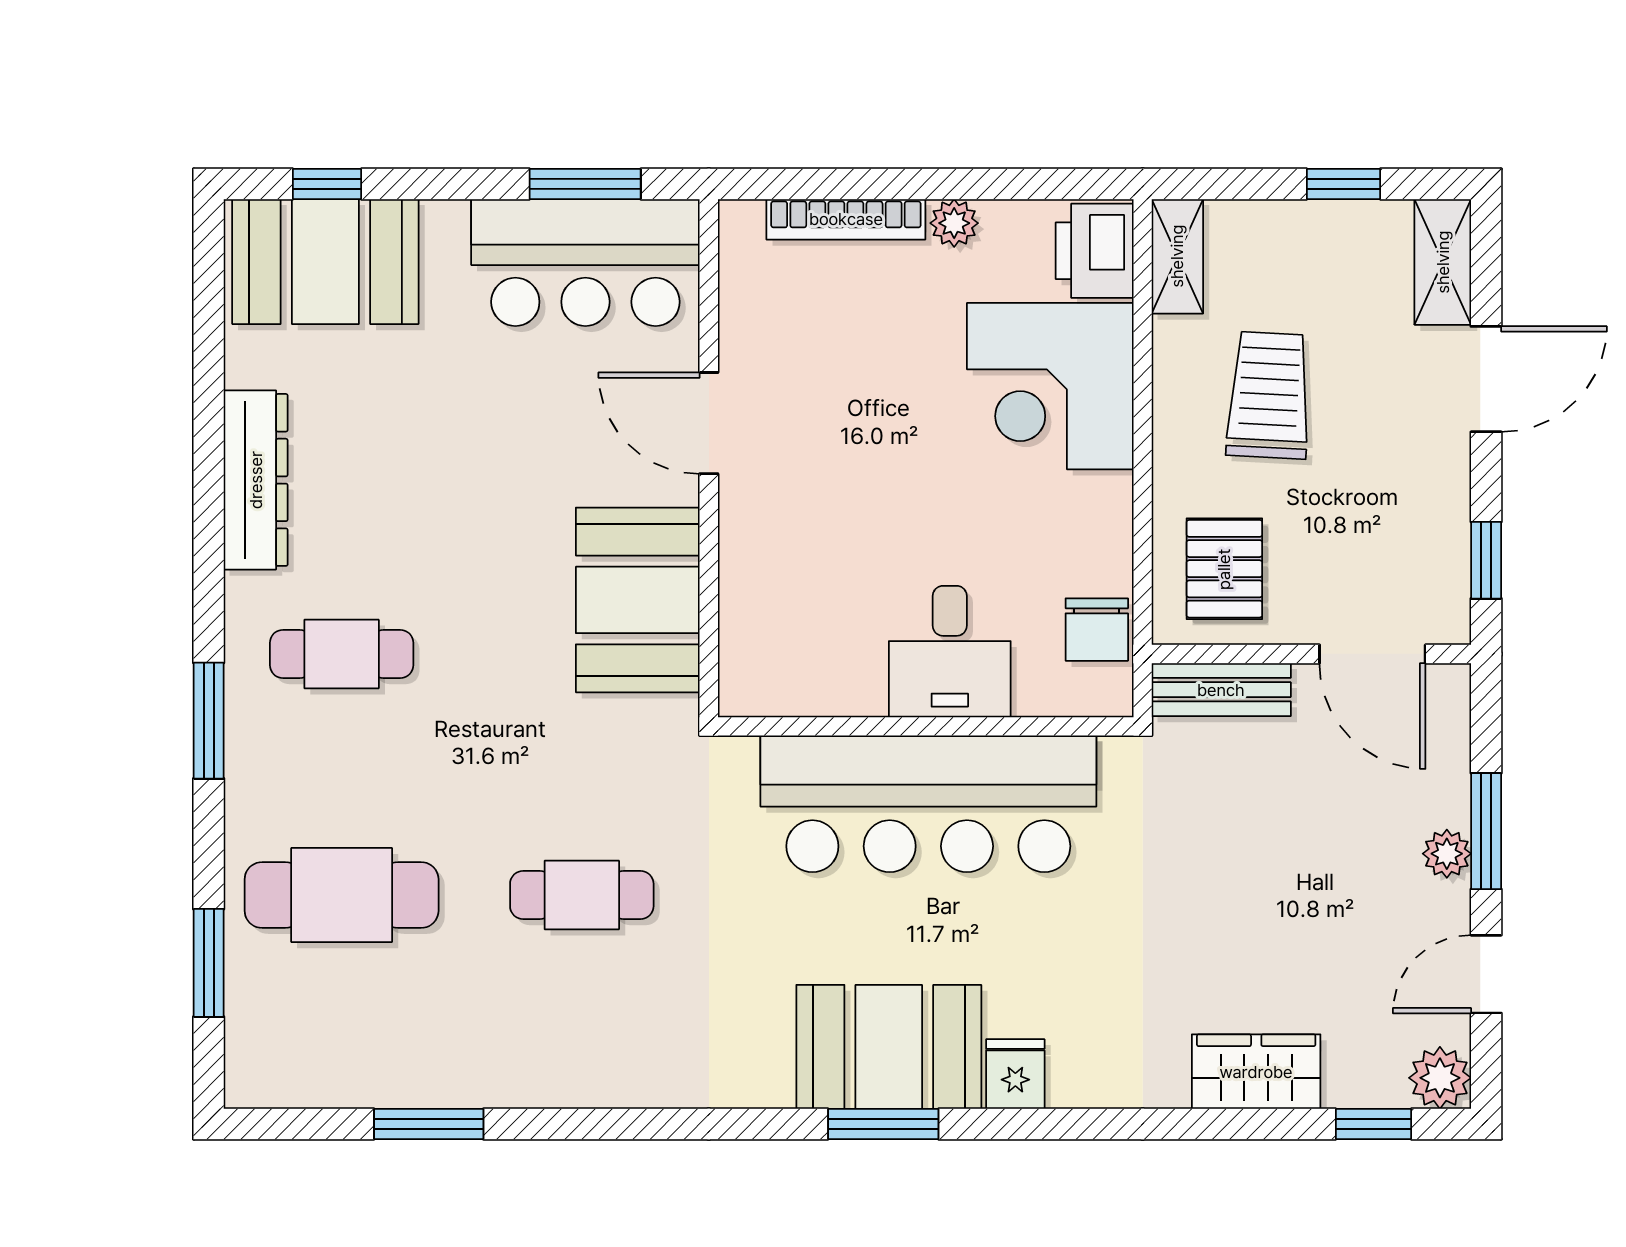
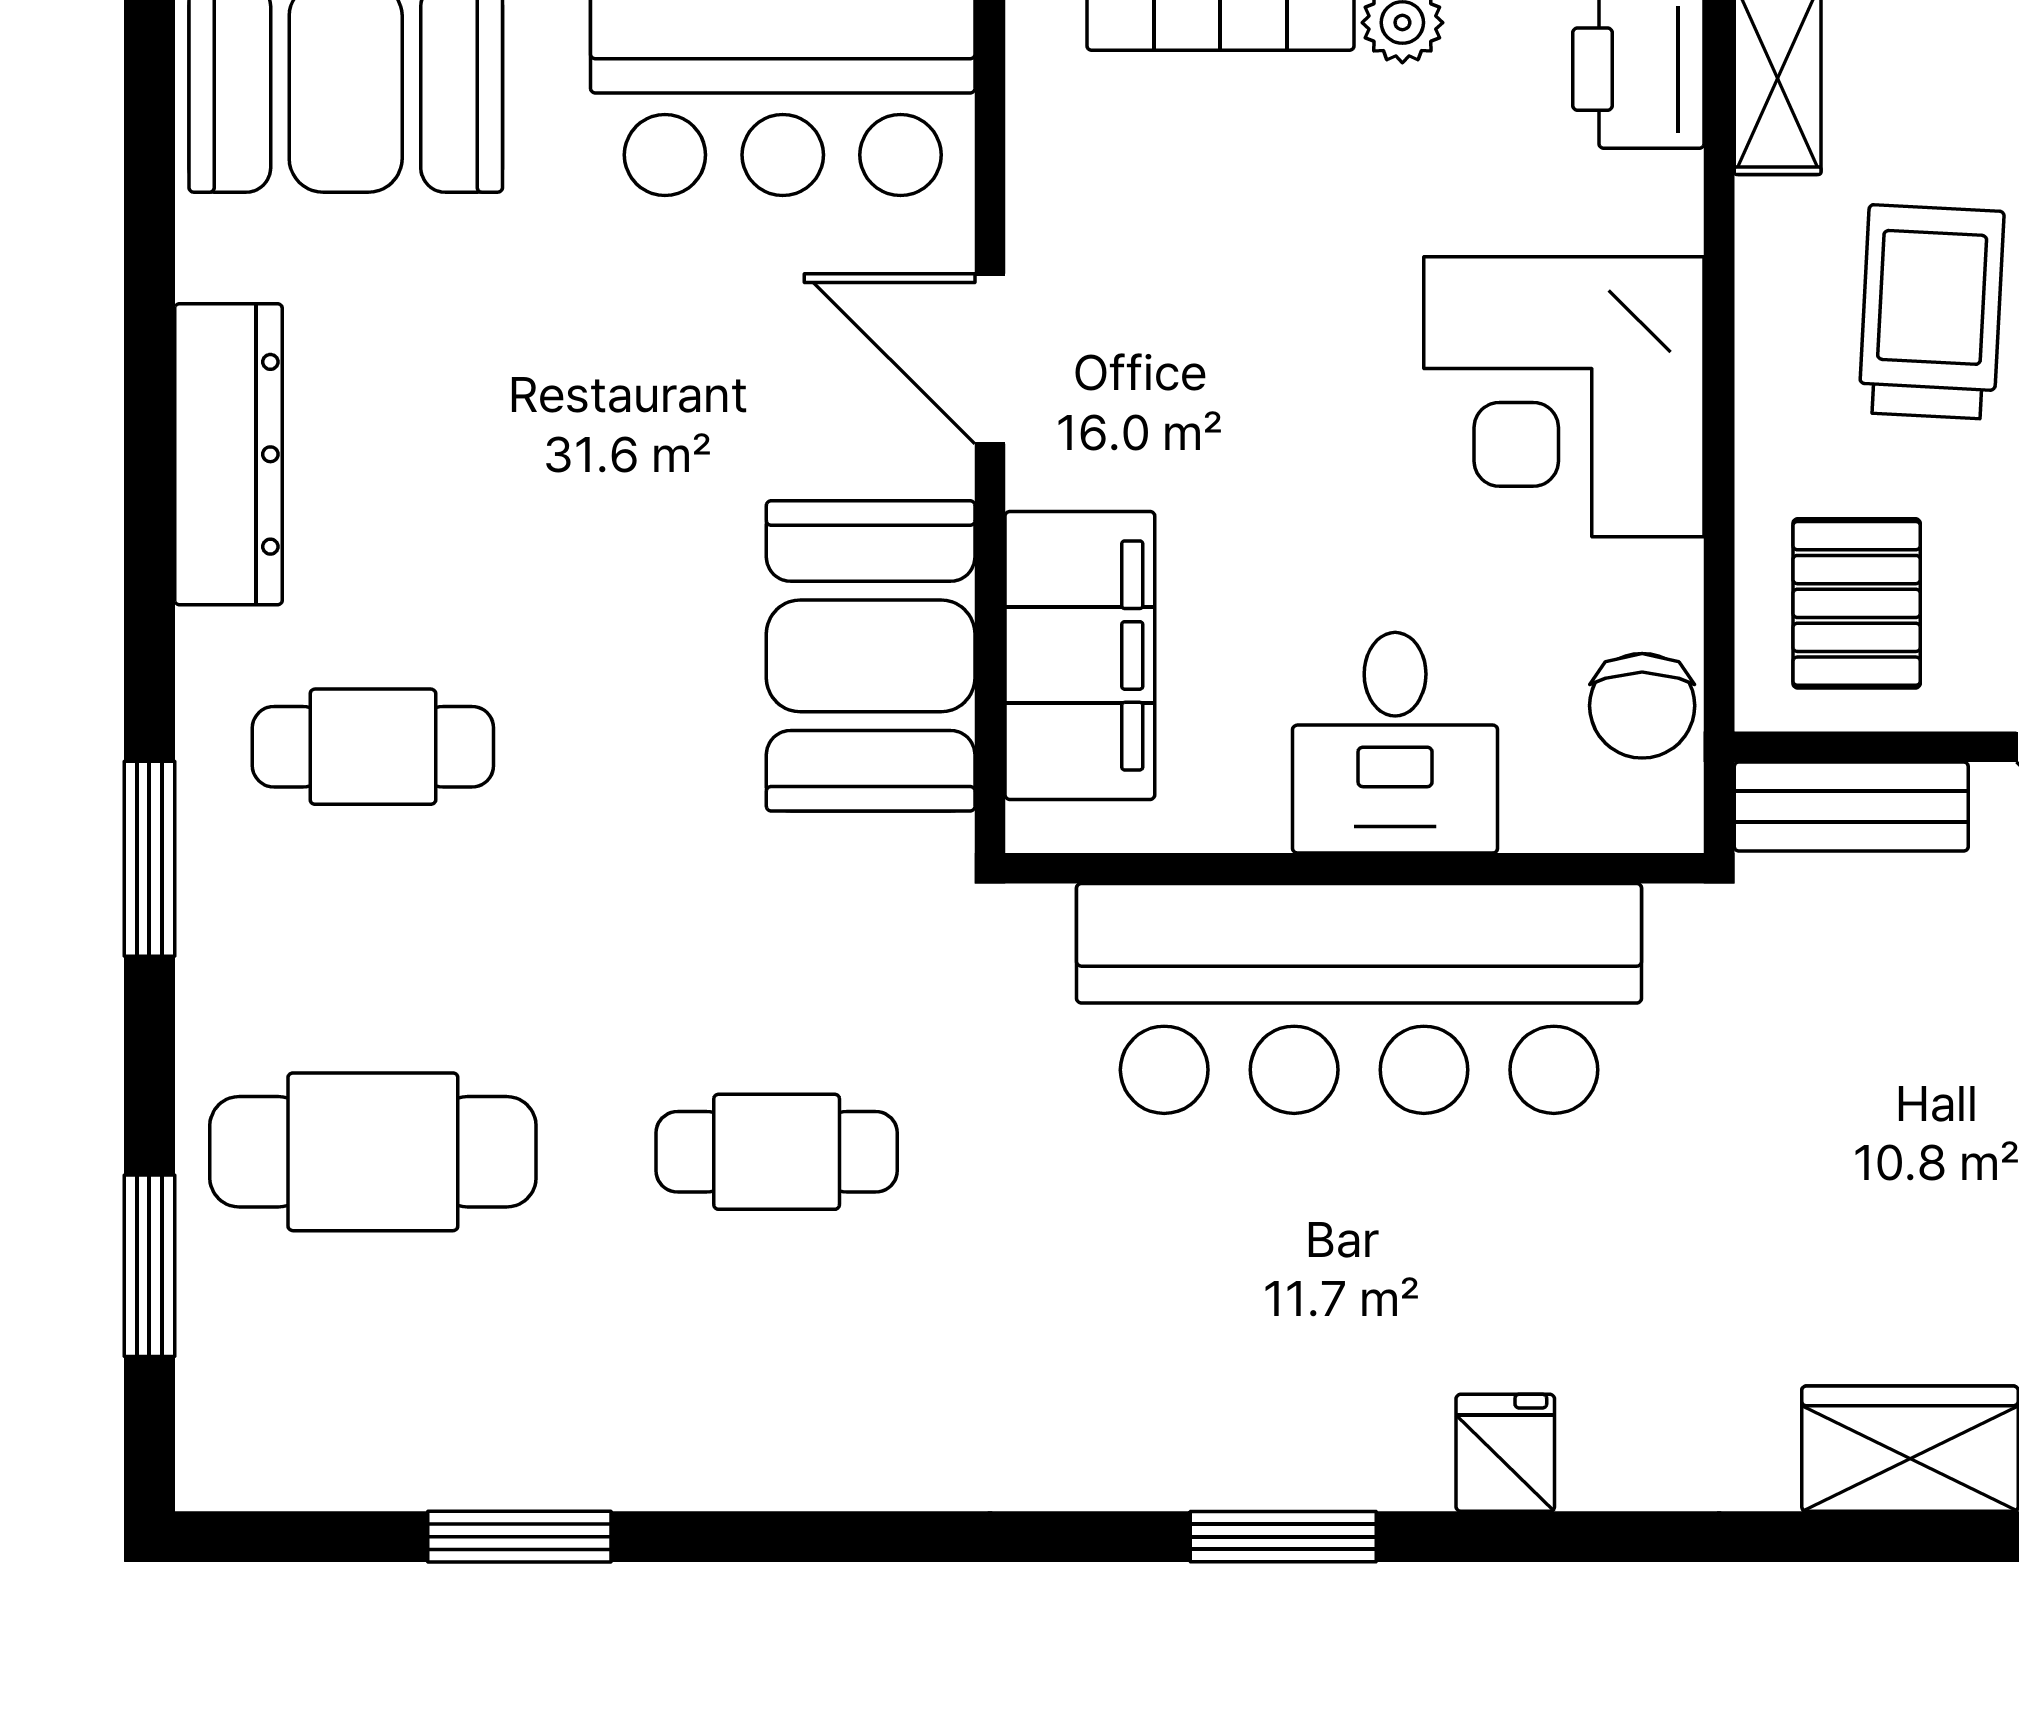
corner desk: (1050, 386) -> (1564, 397), moved
filing cabinet: (762, 600) -> (1080, 655), added
booth: (889, 1047) -> (1293, 1407), removed

